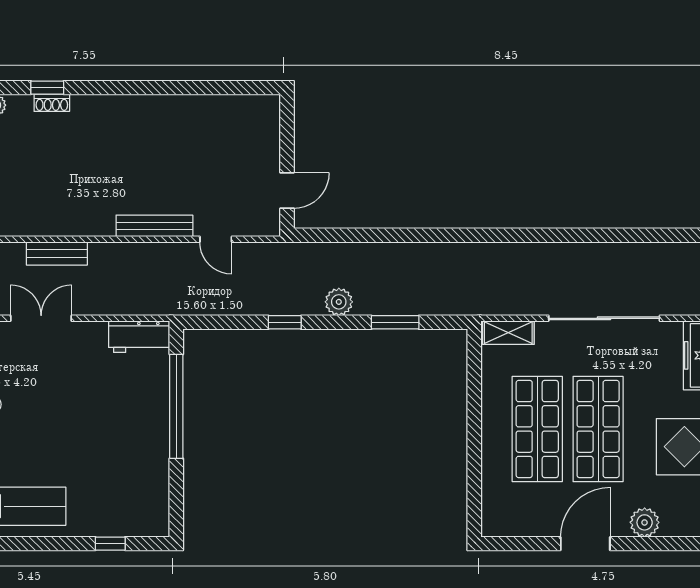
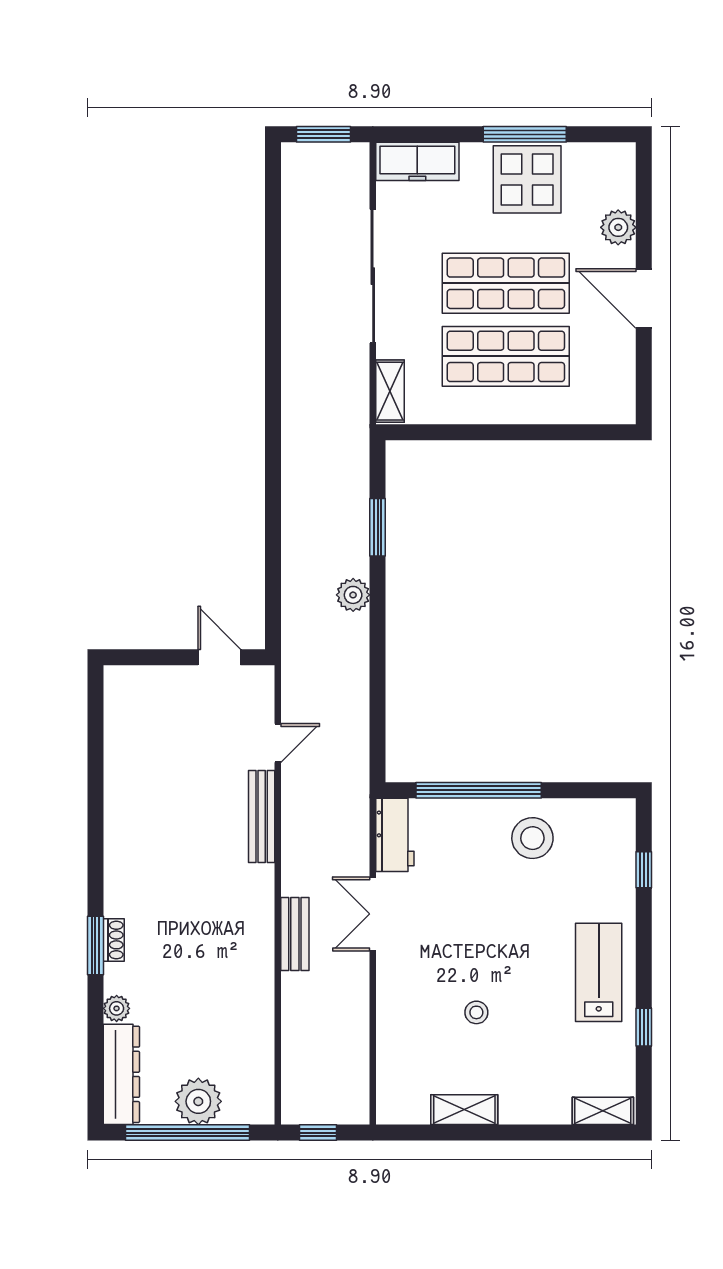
window: (47, 88) -> (95, 945), width x1.50
double door: (41, 318) -> (373, 914), moved
window: (285, 322) -> (378, 660), removed
stool: (137, 451) -> (532, 838), added

